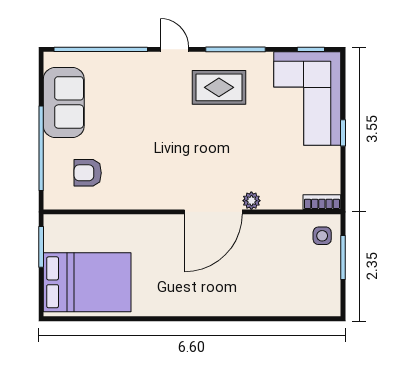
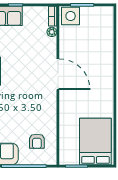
plant: (251, 201) -> (52, 32), moved
side table: (322, 236) -> (71, 16), width x1.87, depth x1.87

